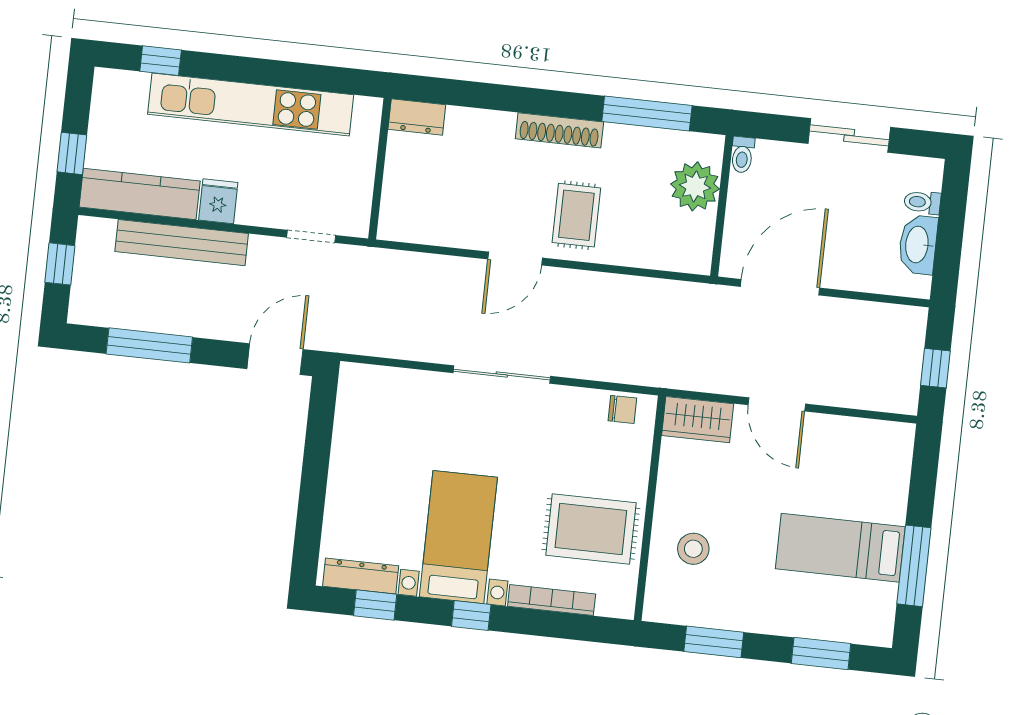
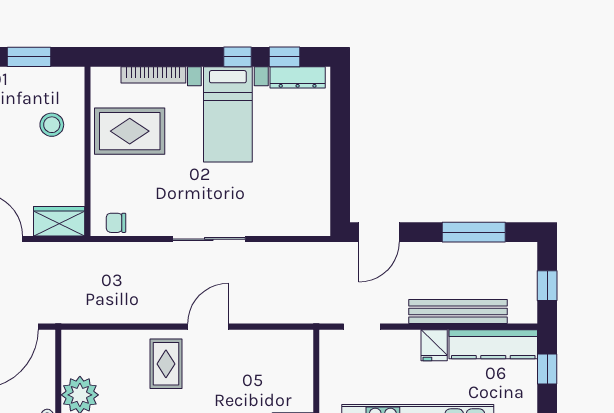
window: (471, 615) -> (237, 57), moved

